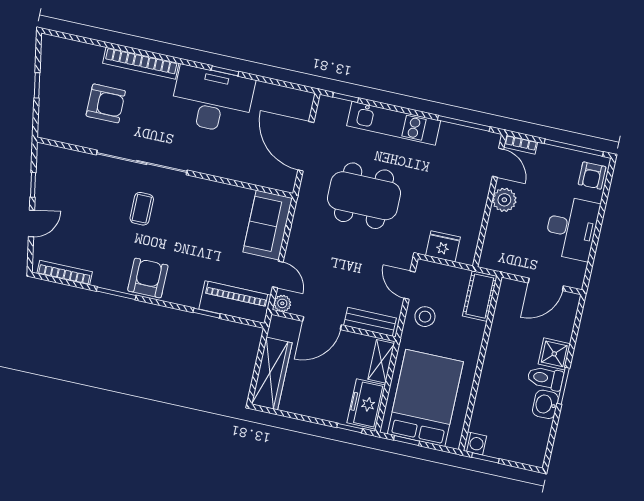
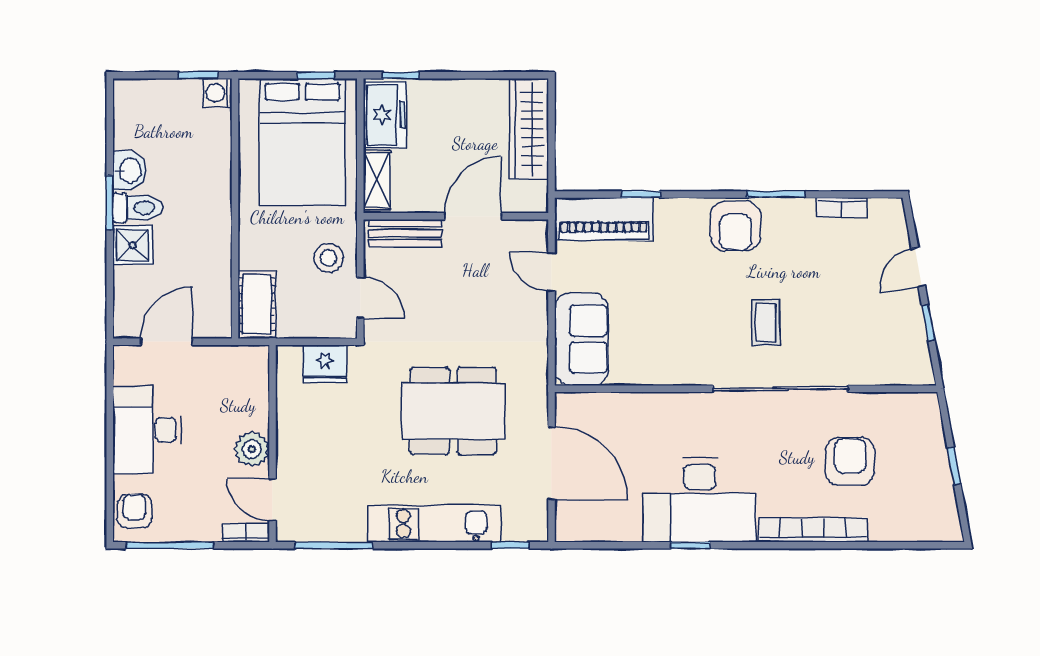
armchair: (106, 103) -> (850, 462), turned 90
bookcase: (65, 273) -> (842, 208), width x0.64
plant: (282, 303) -> (536, 232), removed

